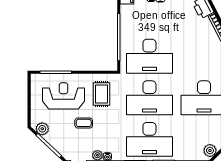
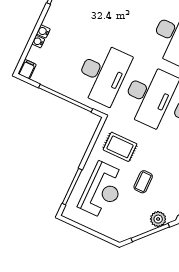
reception desk: (64, 96) -> (102, 190), turned 180
plant: (42, 129) -> (158, 219), moved

